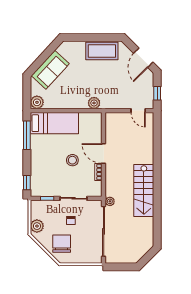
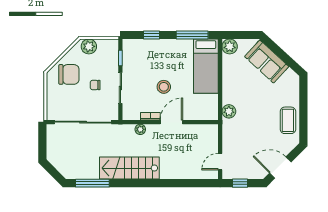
coffee table: (102, 51) -> (288, 120), width x0.73, depth x0.76
window: (27, 183) -> (152, 35), moved
plant: (110, 201) -> (140, 129), moved
window: (157, 223) -> (92, 183), added

